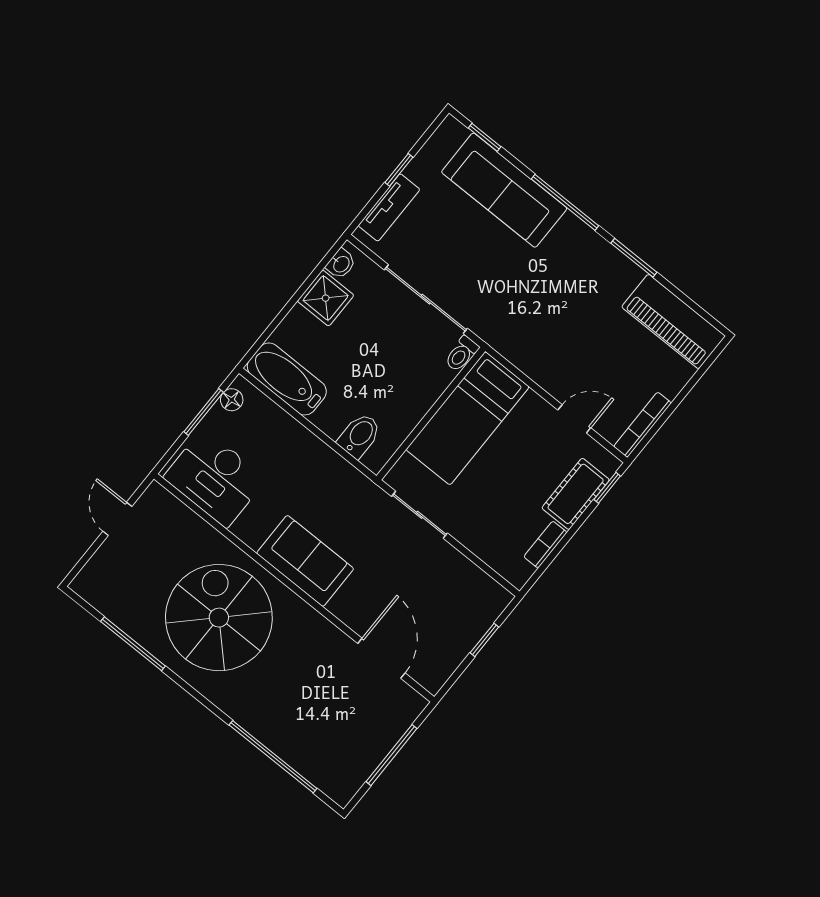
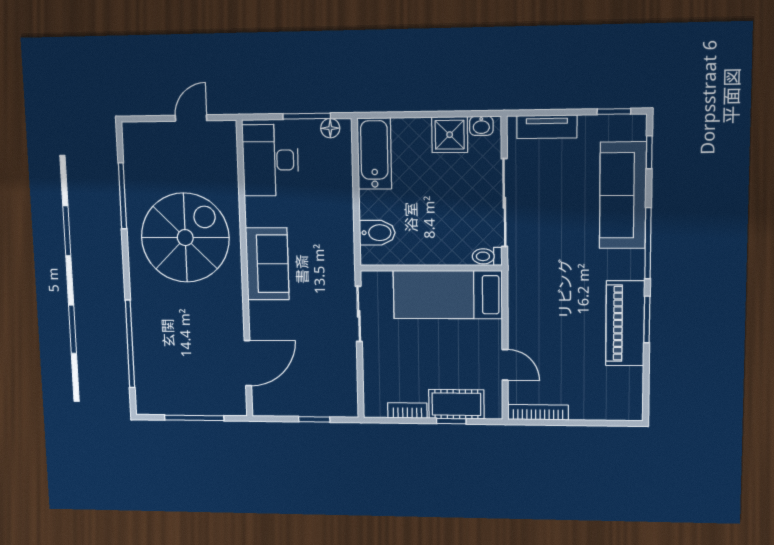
window: (399, 170) -> (614, 112), moved
piano: (674, 321) -> (625, 323), moved
window: (607, 488) -> (451, 421), moved

